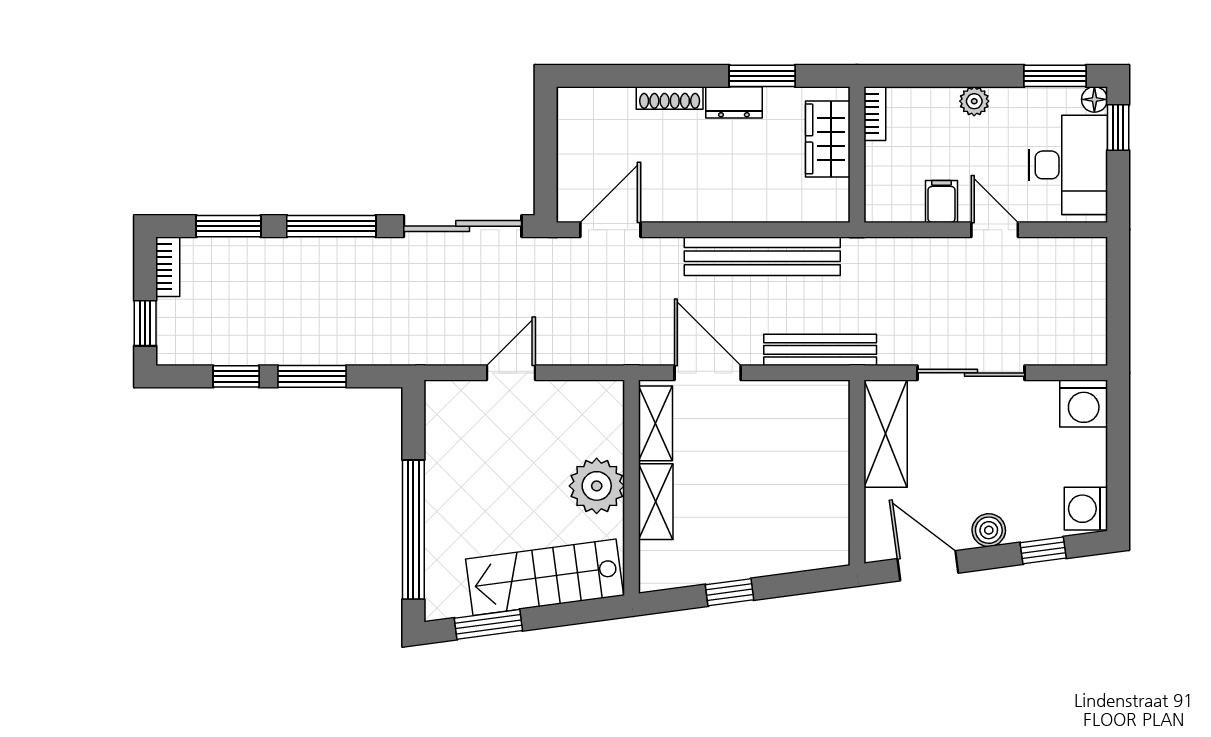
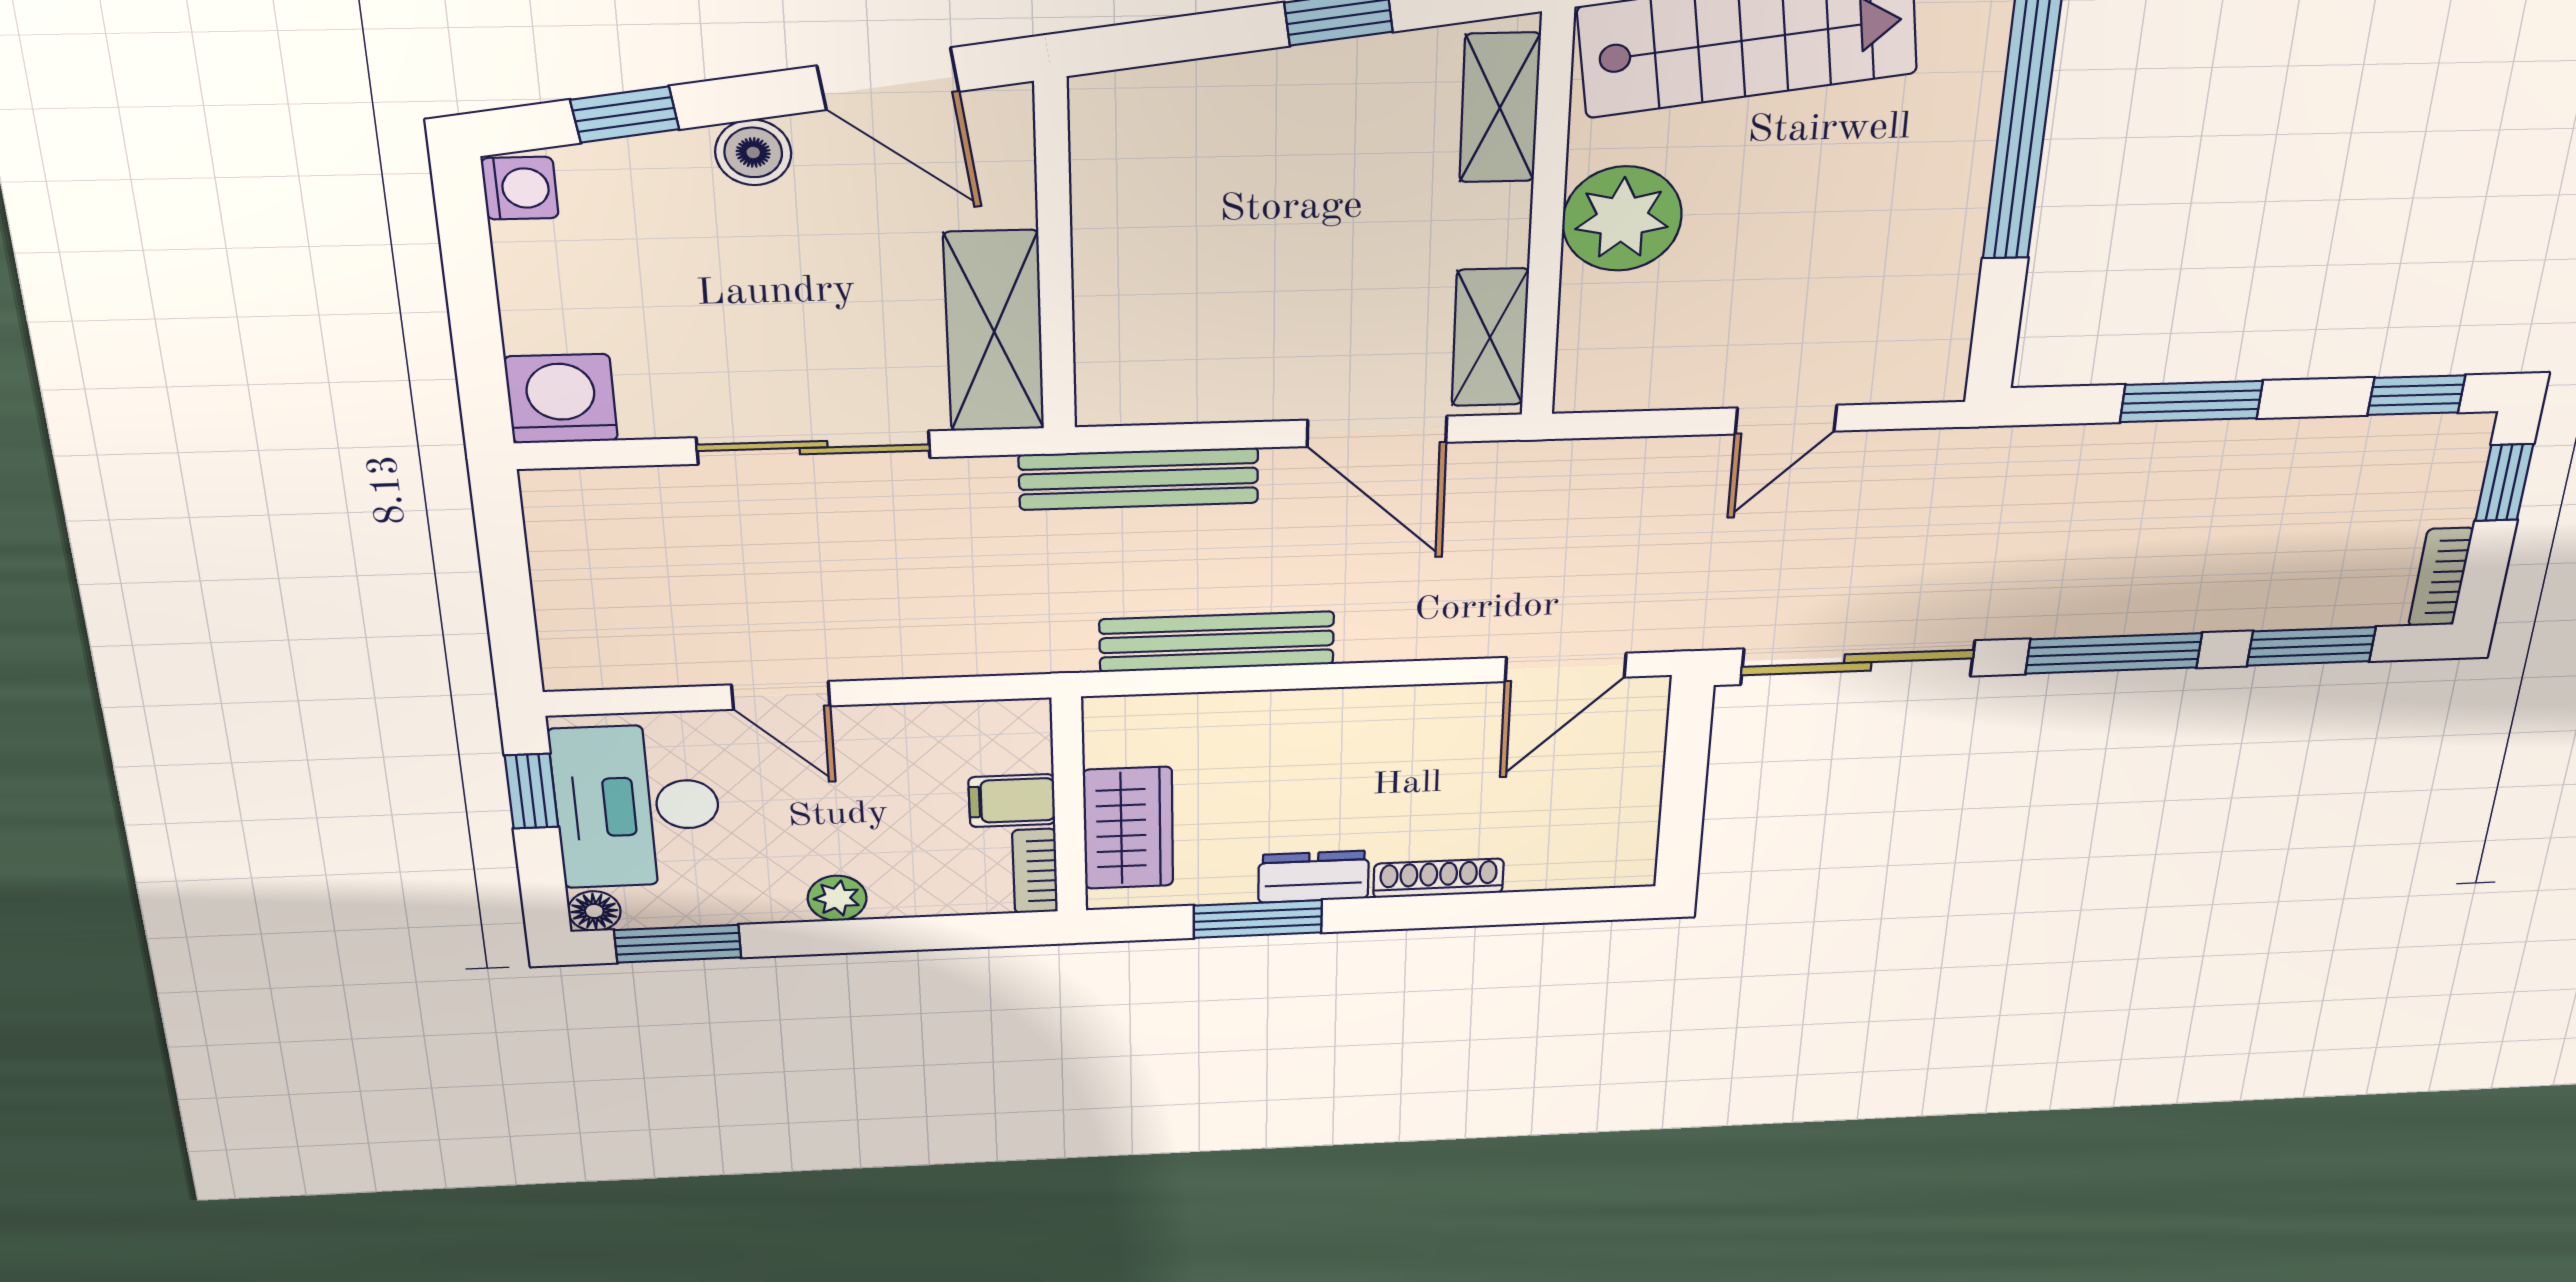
window: (1118, 127) -> (532, 791), moved
filing cabinet: (941, 201) -> (1012, 801), moved, turned 90
bench: (762, 256) -> (1217, 642), width x0.73, depth x0.82
window: (236, 376) -> (2416, 395), moved
shelving: (656, 502) -> (1500, 108), moved
washing machine: (1086, 509) -> (520, 188), width x0.73, depth x0.73

